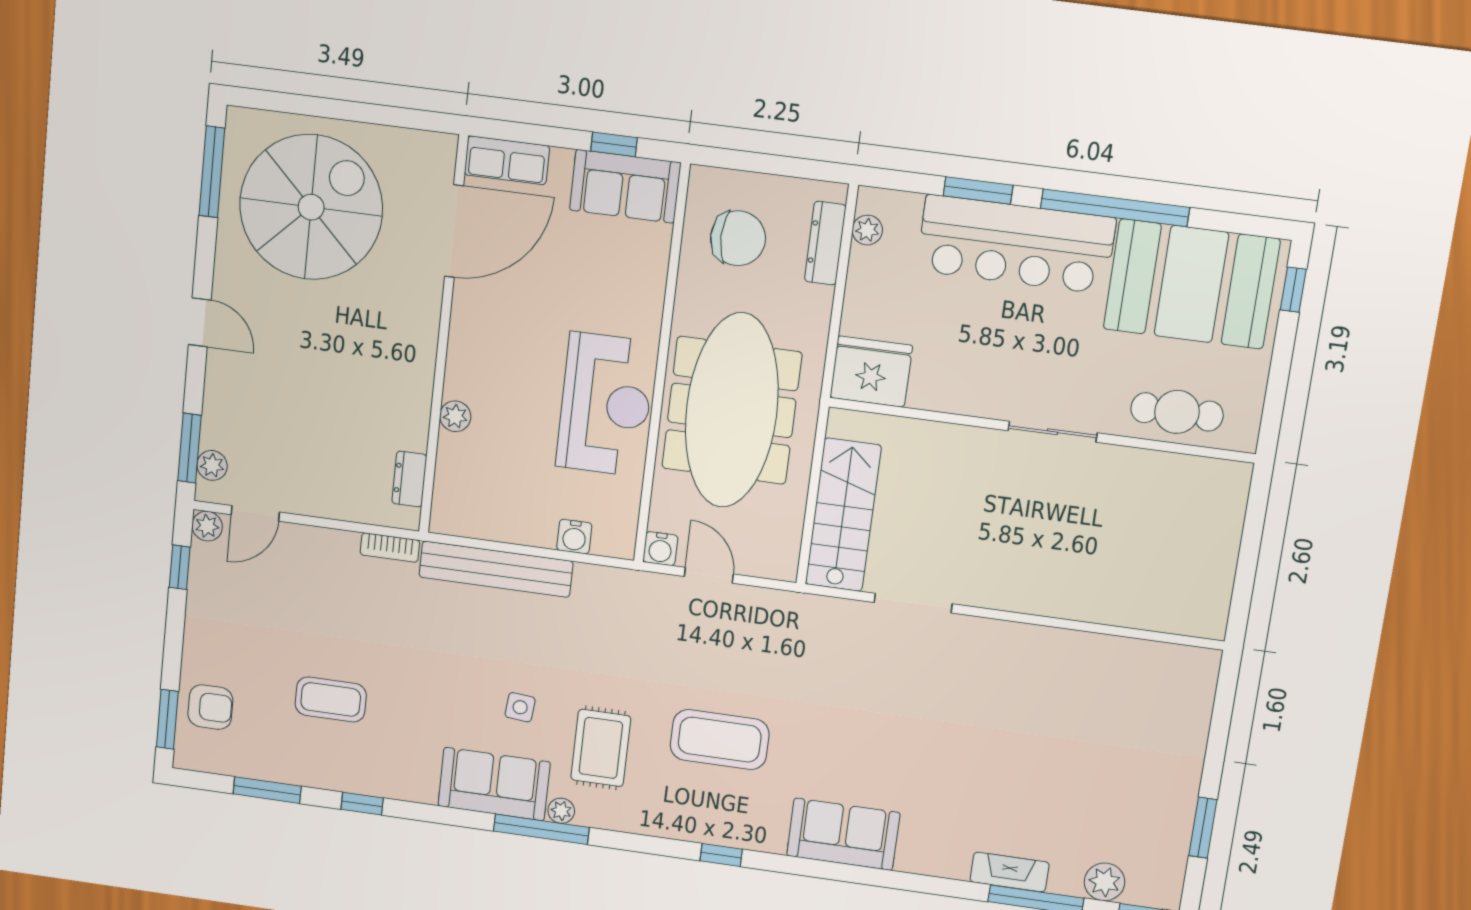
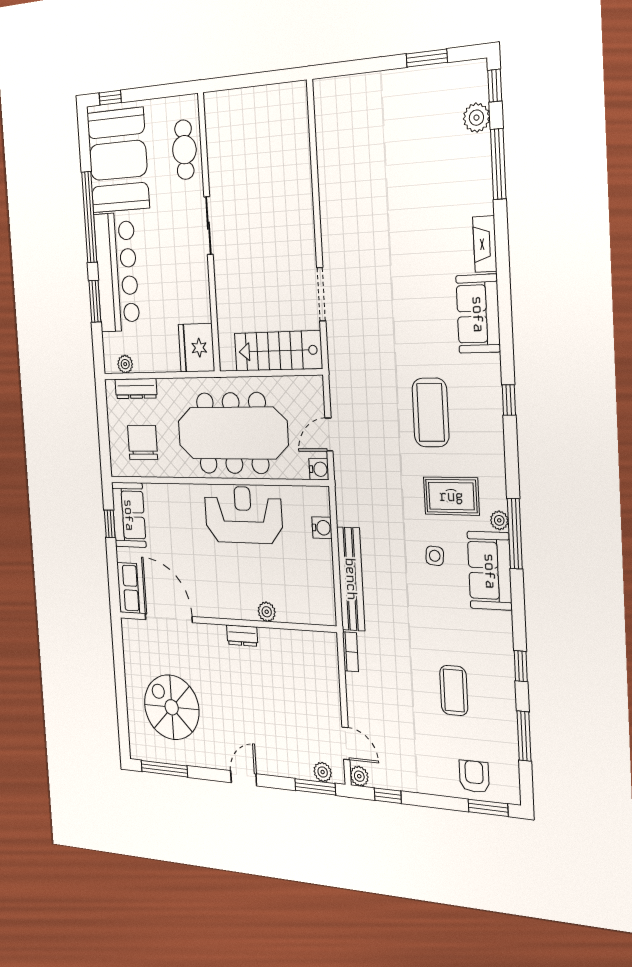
spiral stairs: (311, 207) -> (172, 707), width x0.73, depth x0.73
dresser: (409, 479) -> (242, 636), moved
fireplace: (1009, 872) -> (485, 244), moved

